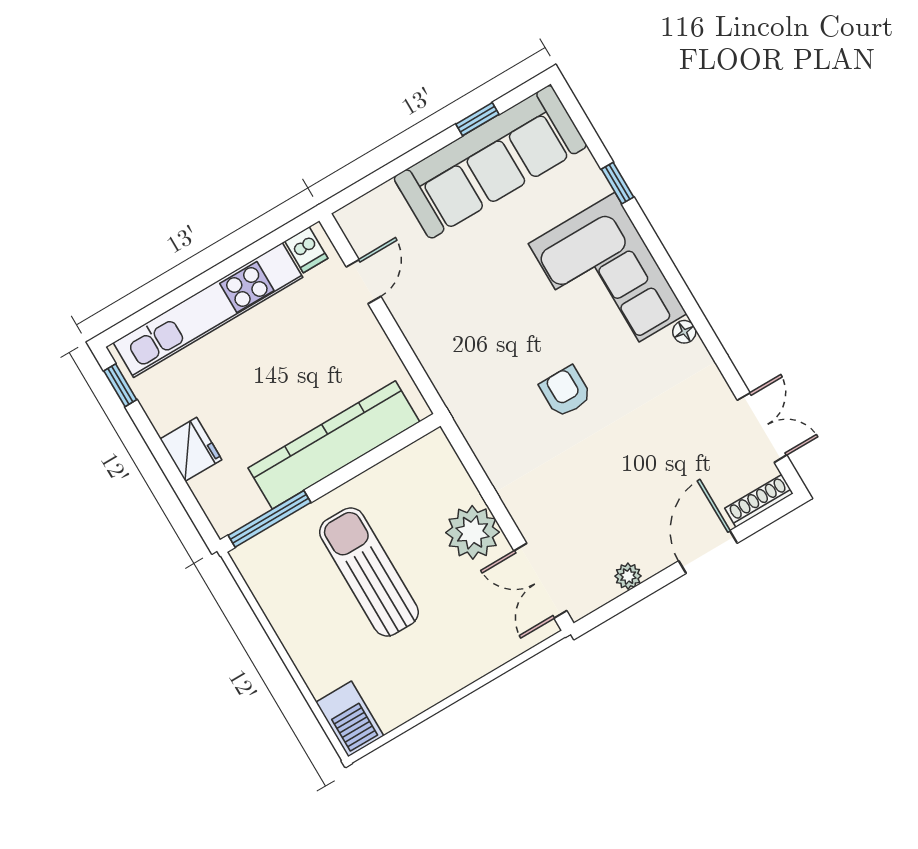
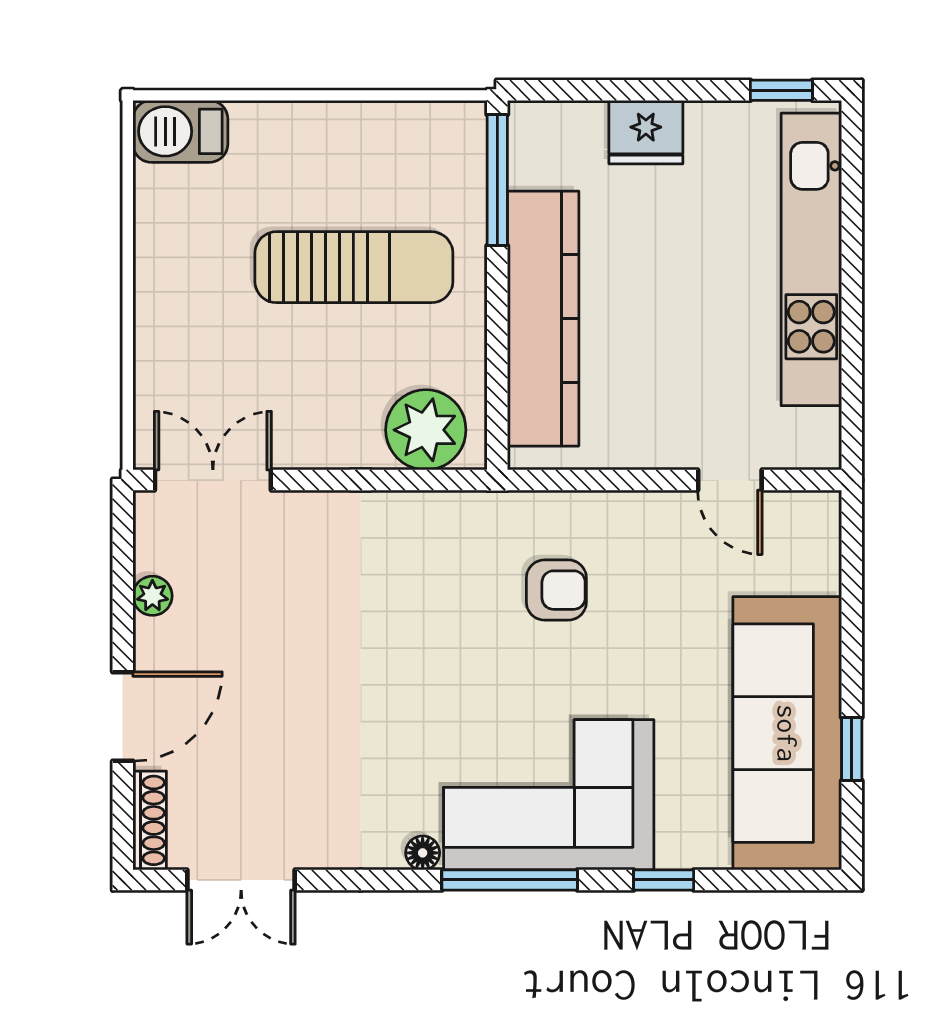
dishwasher: (306, 250) -> (814, 431), removed
window: (670, 272) -> (510, 880), added
armchair: (566, 392) -> (556, 590), moved
plant: (473, 532) -> (426, 430), moved
door: (708, 552) -> (123, 716), hinge flipped

